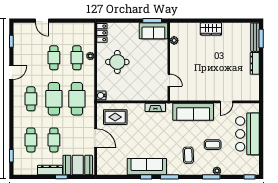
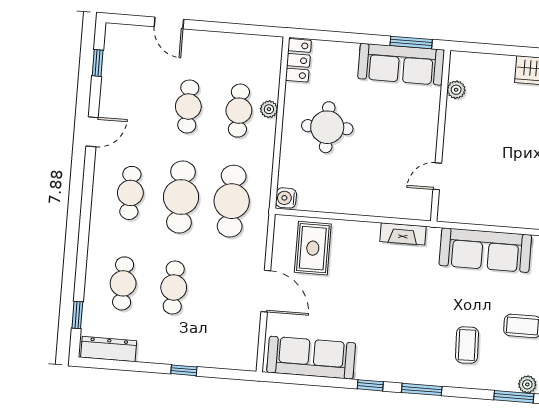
sofa: (153, 31) -> (401, 64), width x1.36
door: (169, 80) -> (437, 176), swing flipped
rug: (115, 117) -> (313, 248), turned 90
booth: (78, 165) -> (222, 347), removed
sofa: (147, 167) -> (311, 358), moved
dresser: (50, 170) -> (109, 349), moved

